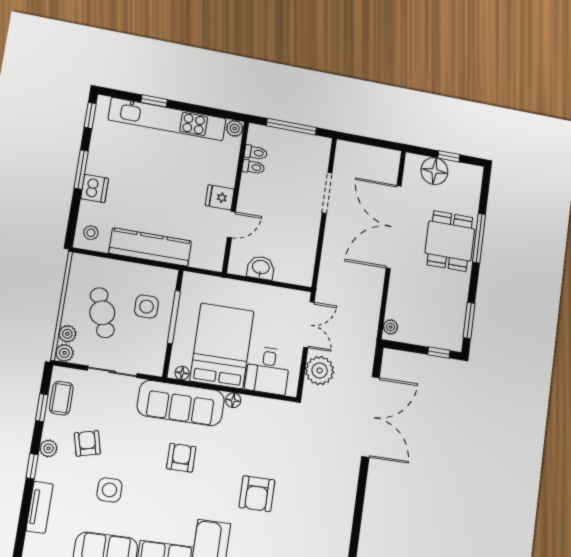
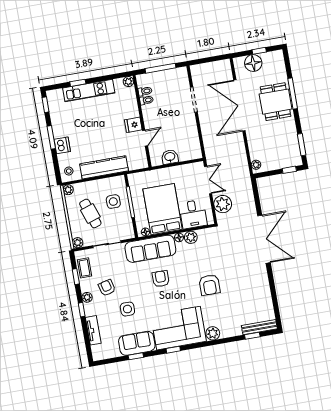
kitchen unit: (167, 119) -> (89, 91), width x0.73
plant: (67, 334) -> (68, 190), moved
plant: (252, 406) -> (191, 237), added
double door: (371, 417) -> (264, 239), moved

